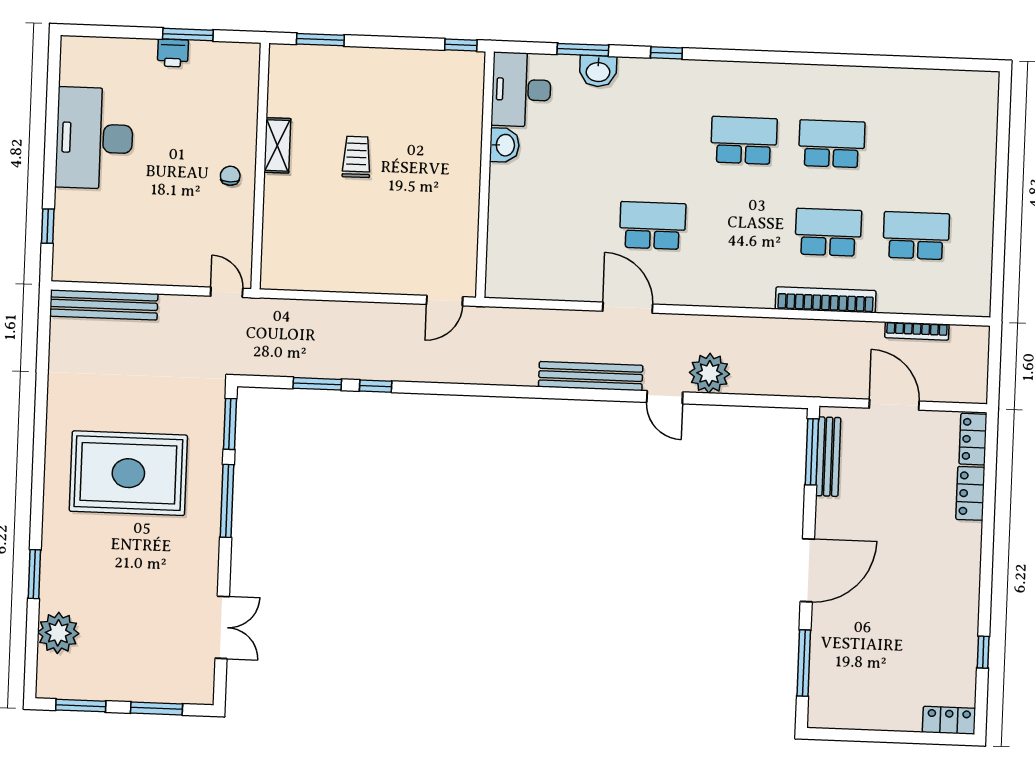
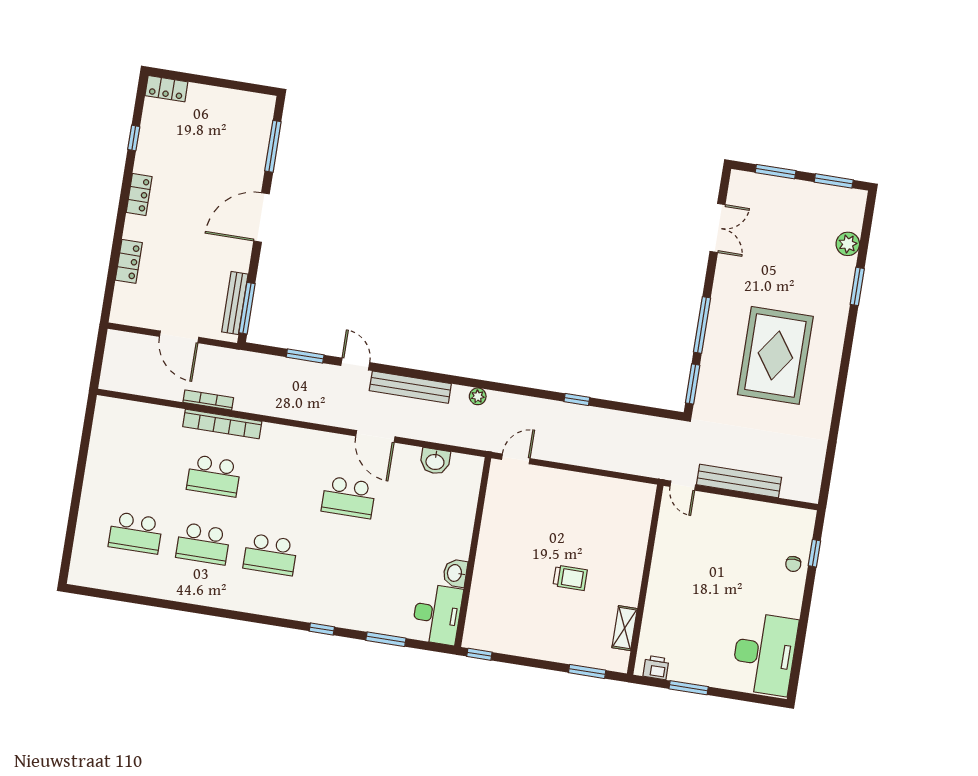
printer: (173, 53) -> (656, 668), moved
washbasin: (598, 71) -> (435, 461), moved, turned 180
desk: (94, 138) -> (764, 654), moved
shelving: (277, 145) -> (625, 628), moved
trolley: (356, 157) -> (570, 578), turned -90
chair: (230, 176) -> (793, 564), moved
school desk: (916, 236) -> (136, 533), moved
bench: (104, 305) -> (739, 481), moved
bookcase: (917, 331) -> (208, 400), moved
plant: (709, 373) -> (478, 396), moved, width x0.53, depth x0.53
window: (317, 384) -> (305, 356), moved
locker: (973, 439) -> (139, 195), moved
rug: (128, 473) -> (775, 355), turned 90
double door: (222, 627) -> (718, 228), swing flipped
plant: (58, 633) -> (848, 244), width x0.73, depth x0.73

